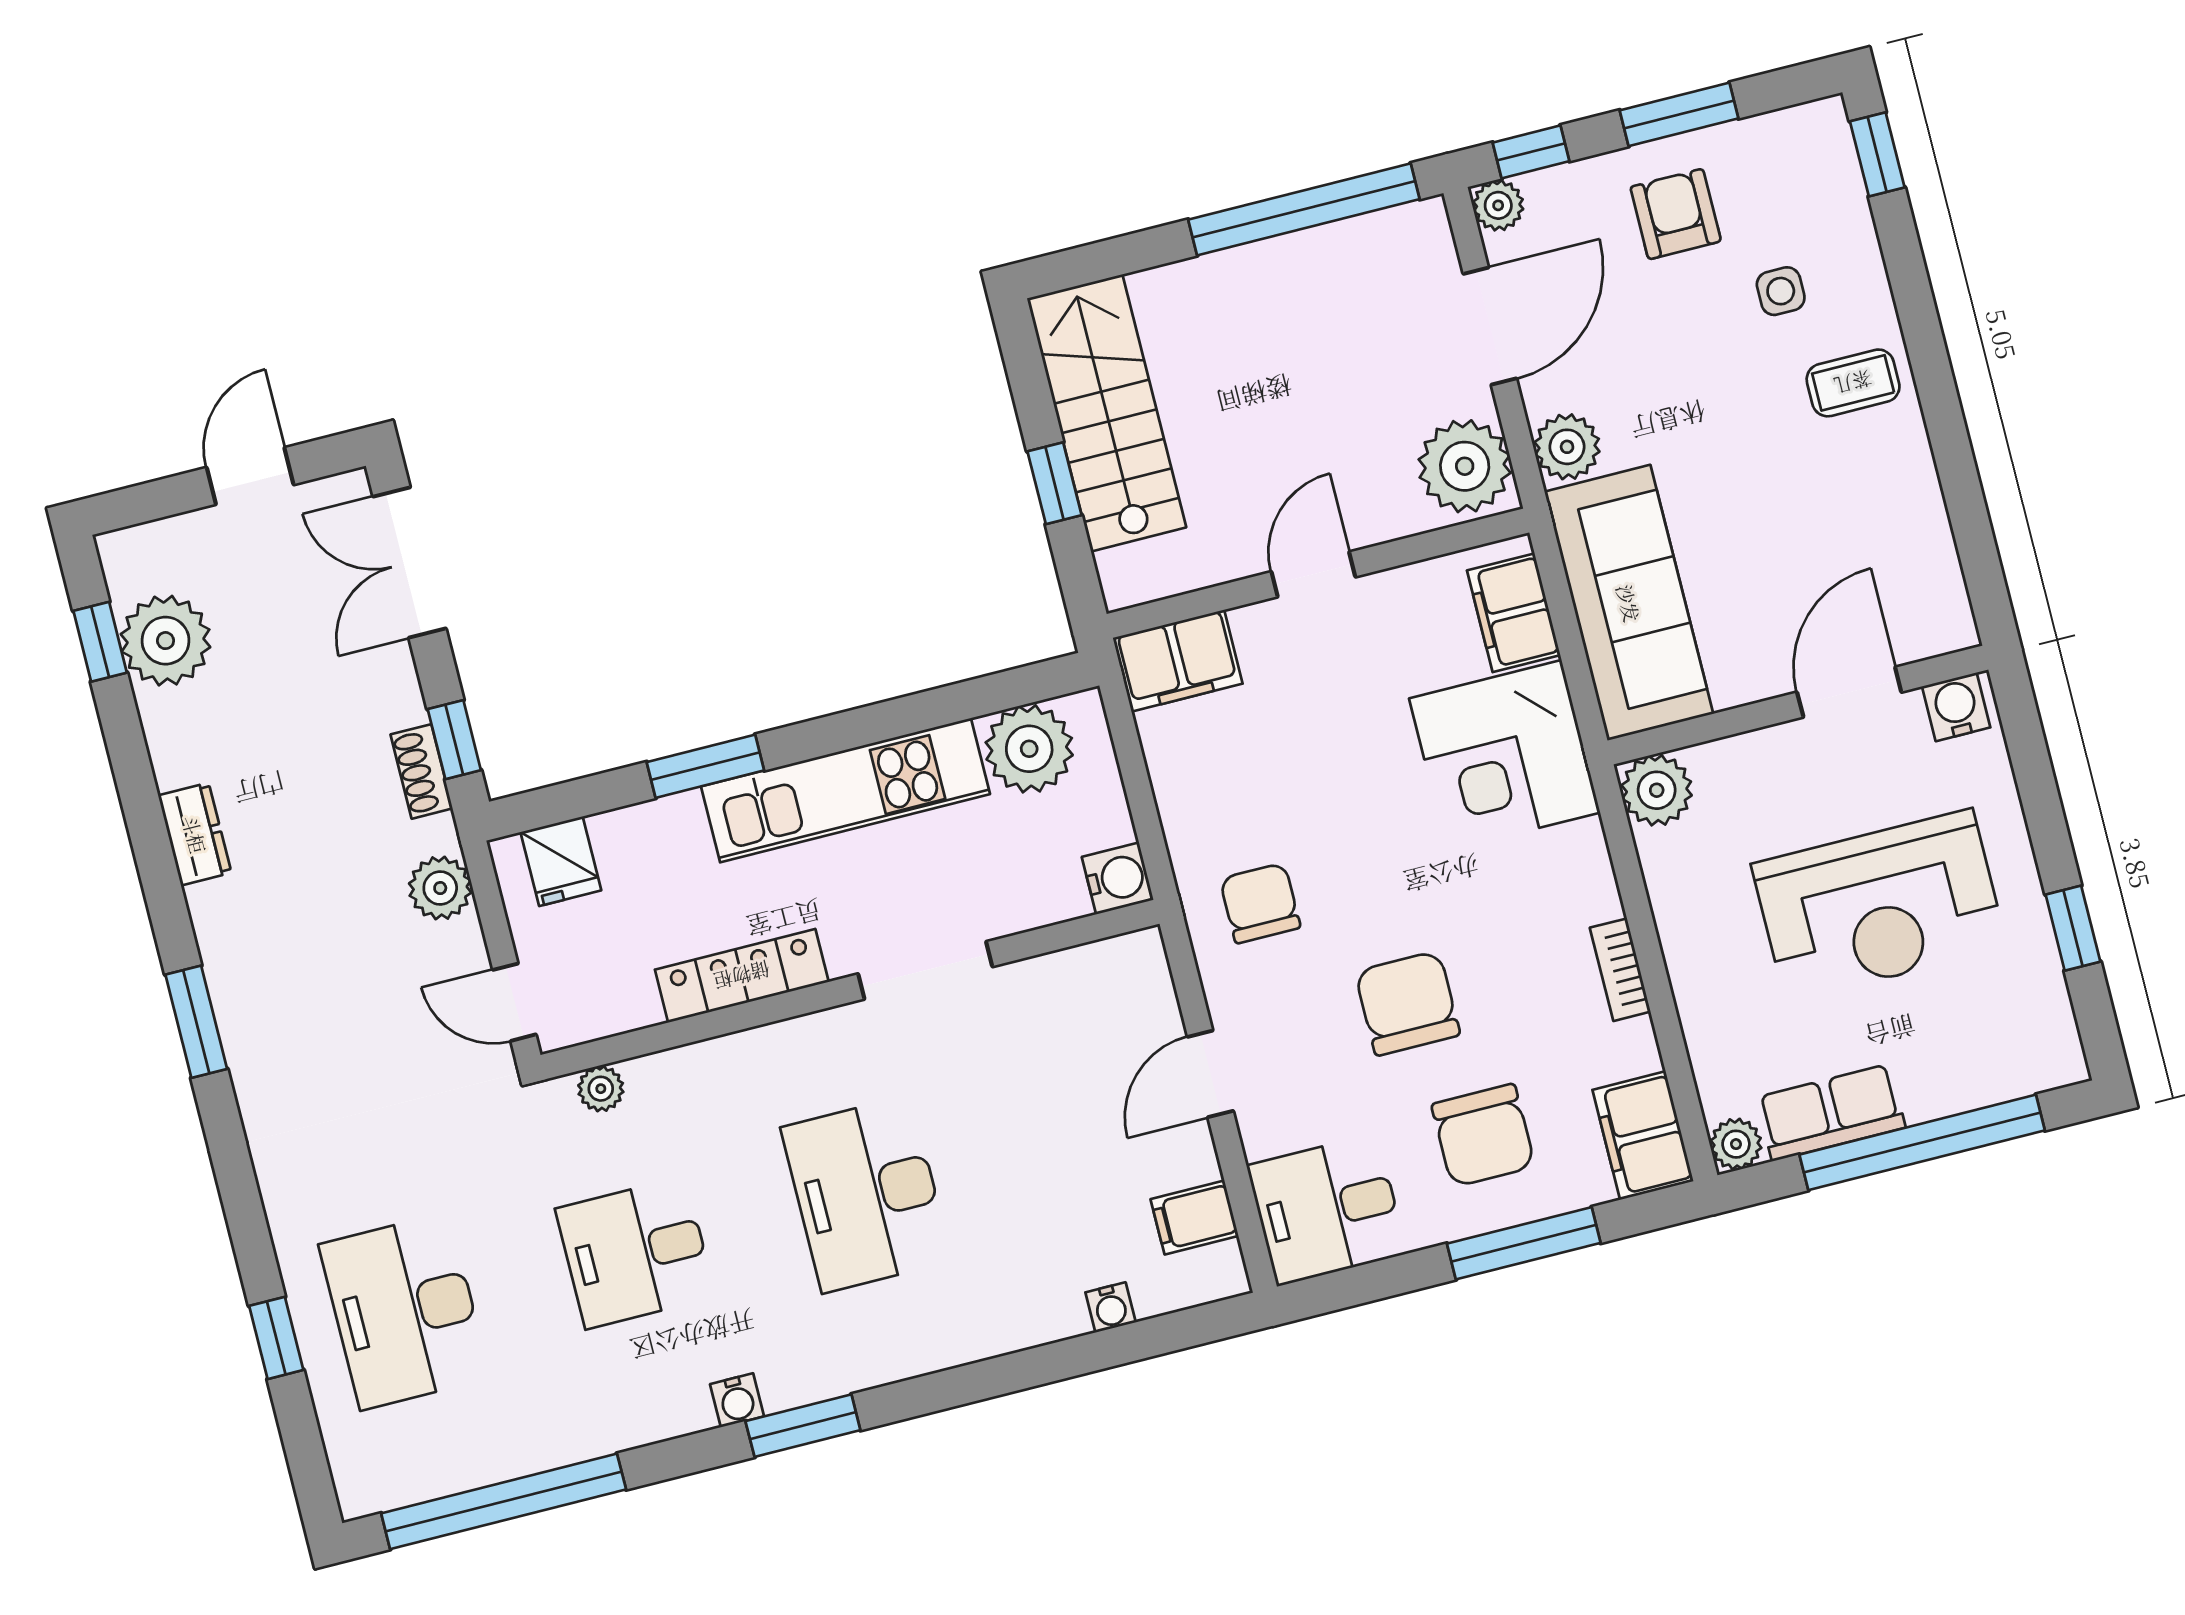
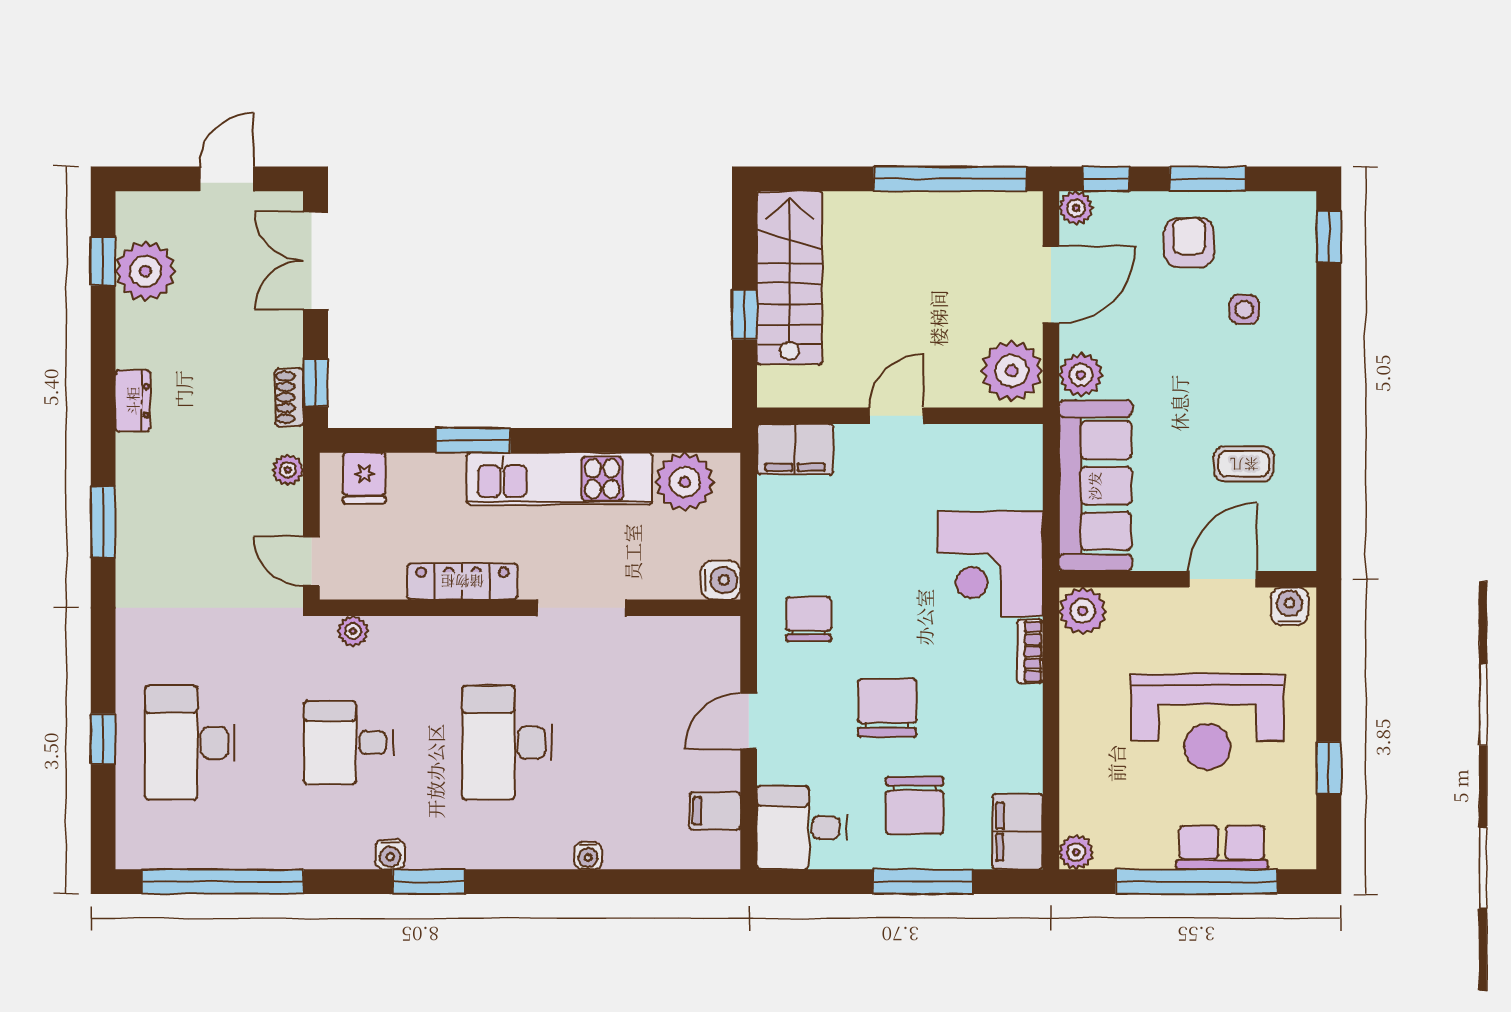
coffee table: (1853, 383) -> (1244, 464), moved
filing cabinet: (1514, 613) -> (1019, 473), removed
plant: (440, 888) -> (288, 470), width x0.73, depth x0.73
bookcase: (1620, 970) -> (1030, 652), moved
row of seats: (1831, 1112) -> (1222, 847), moved
water cooler: (1111, 1307) -> (588, 855), moved

